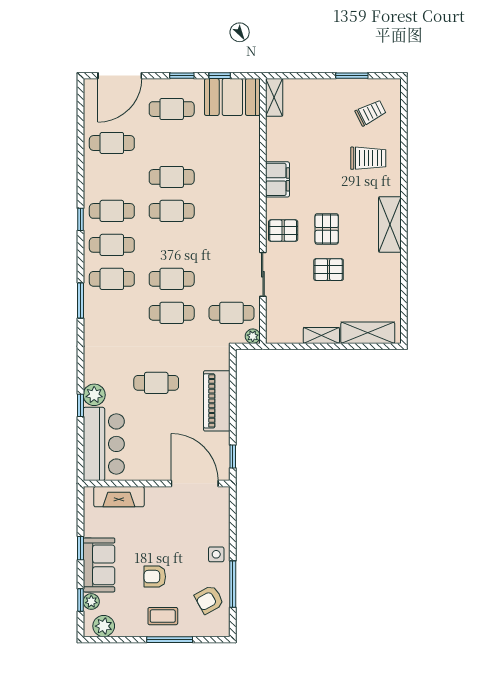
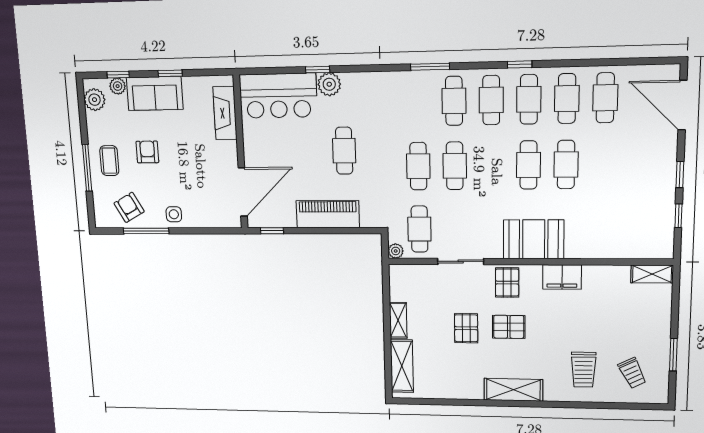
booth: (232, 97) -> (534, 239), moved, turned 90
cafe table: (172, 109) -> (567, 99), moved

